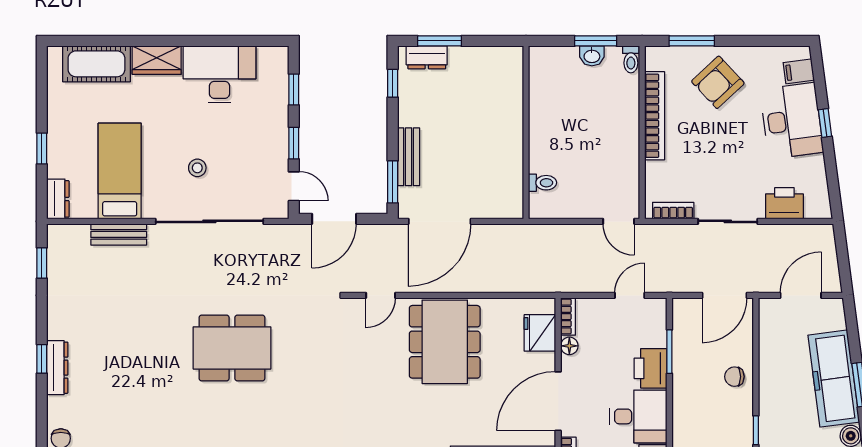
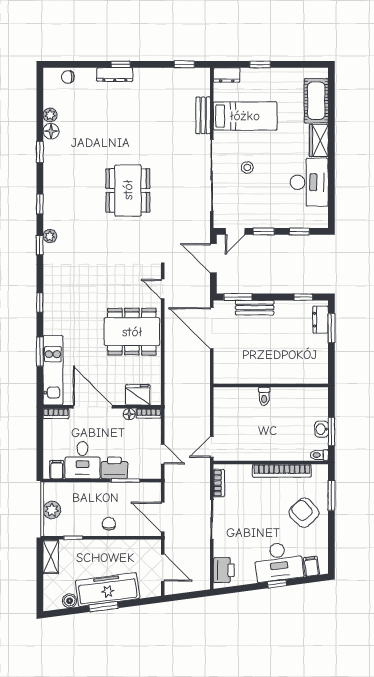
toilet: (542, 183) -> (264, 396), moved
printer: (784, 203) -> (224, 570), moved

